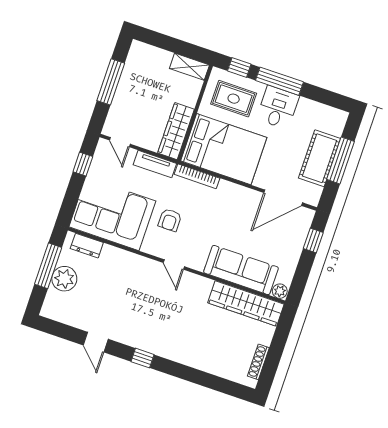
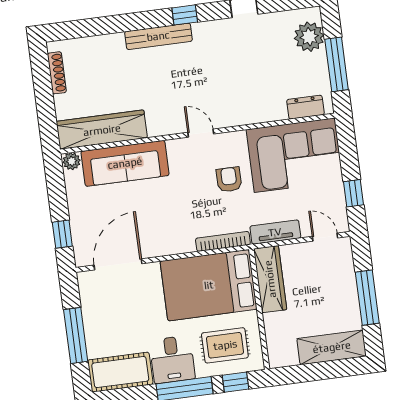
shelving: (189, 67) -> (332, 347), moved, width x1.50, depth x1.33
cot: (320, 158) -> (120, 372), moved, turned 90
plant: (64, 279) -> (309, 37), moved
bench: (170, 352) -> (158, 36), added

